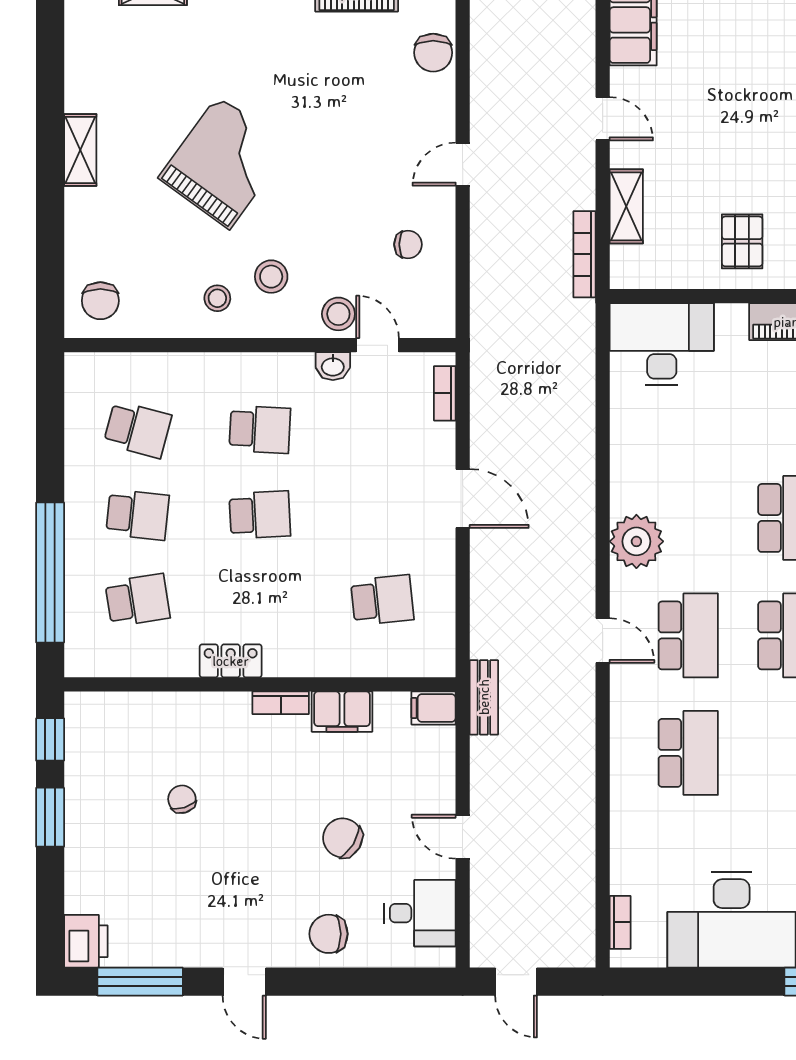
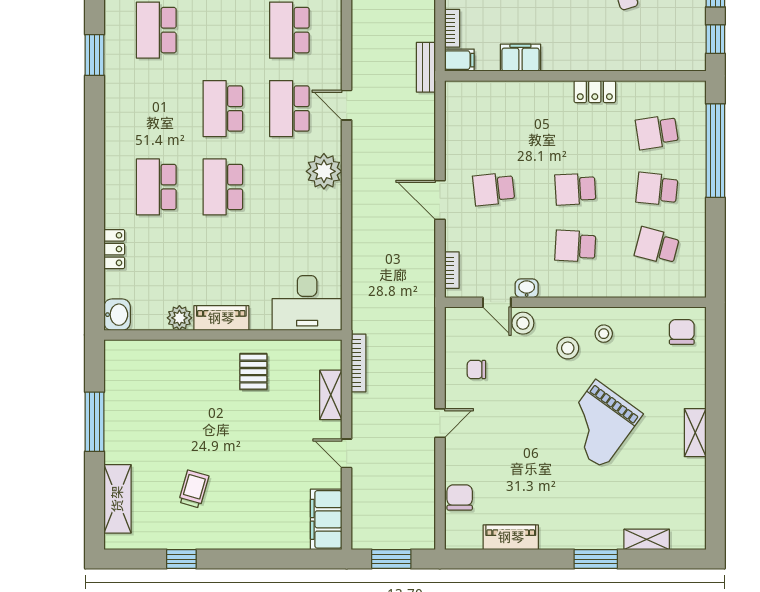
school desk: (382, 600) -> (494, 189), moved
bookcase: (281, 703) -> (452, 28), moved, turned 90

